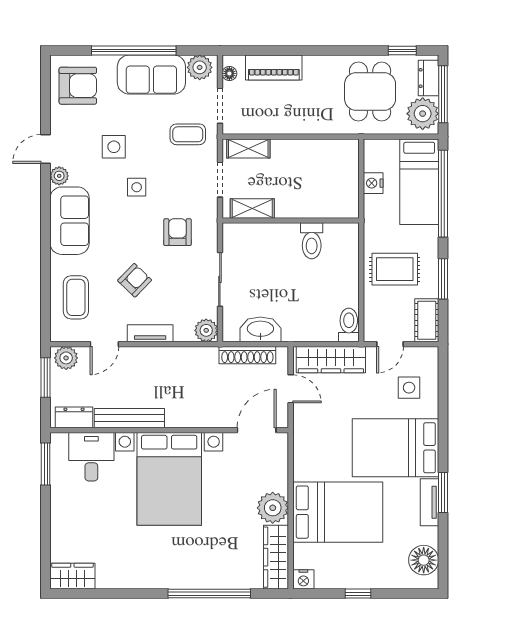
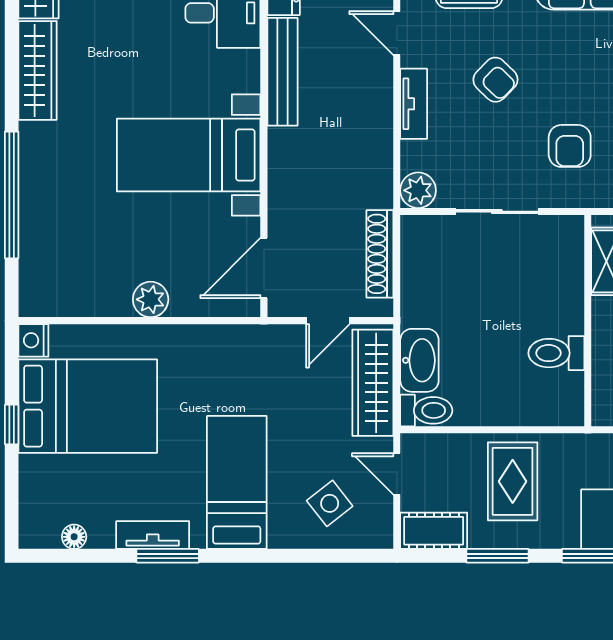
armchair: (178, 232) -> (570, 146), turned 90
washbasin: (260, 329) -> (419, 360), moved
side table: (409, 388) -> (330, 503), turned -38
door: (257, 430) -> (264, 268), swing flipped
bed: (395, 448) -> (237, 482), width x0.67
bed with nightstands: (169, 479) -> (189, 155), width x0.73
plant: (273, 508) -> (151, 299), width x0.73, depth x0.73
bed: (338, 512) -> (88, 406), moved, turned -90
wardrobe: (276, 557) -> (38, 70), moved, turned 90
floor lamp: (424, 560) -> (74, 537), width x0.53, depth x0.53

